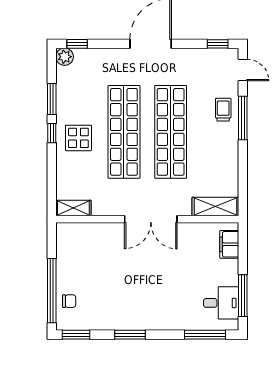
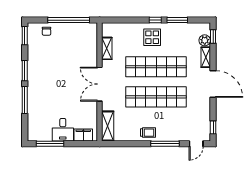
shelving: (109, 55) -> (206, 57), added
plant: (65, 57) -> (205, 40), moved
trolley: (223, 110) -> (148, 133), moved
shelving: (73, 208) -> (107, 48), moved
window: (52, 291) -> (69, 20), moved
desk: (221, 303) -> (63, 130), moved
window: (205, 335) -> (25, 100), moved

